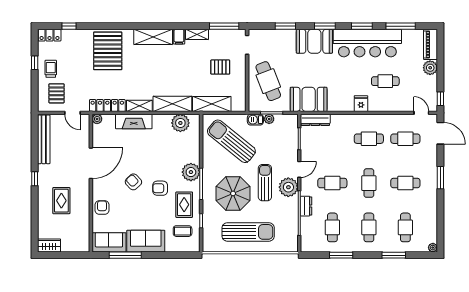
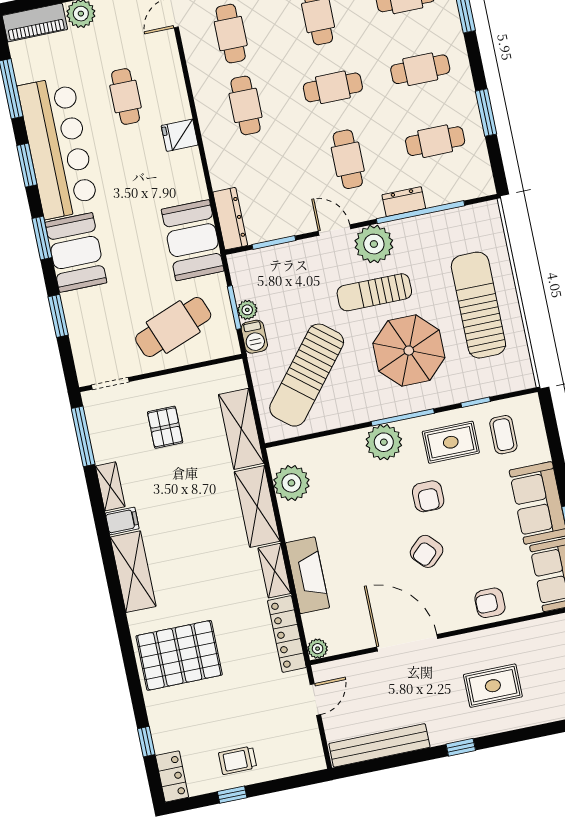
pallet: (57, 93) -> (284, 739), removed

